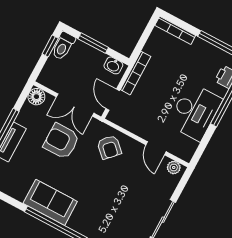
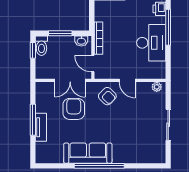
floor lamp: (36, 97) -> (42, 88), removed
armchair: (61, 141) -> (74, 109), turned 90
door: (156, 148) -> (127, 80), moved
sofa: (50, 202) -> (88, 153), width x1.36

